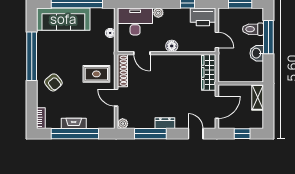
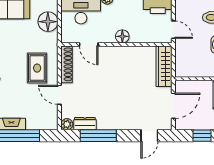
floor lamp: (110, 33) -> (48, 22), width x1.89, depth x1.89
rug: (96, 74) -> (37, 68), turned 90
dresser: (165, 123) -> (85, 124), moved
door: (196, 134) -> (149, 136), swing flipped

